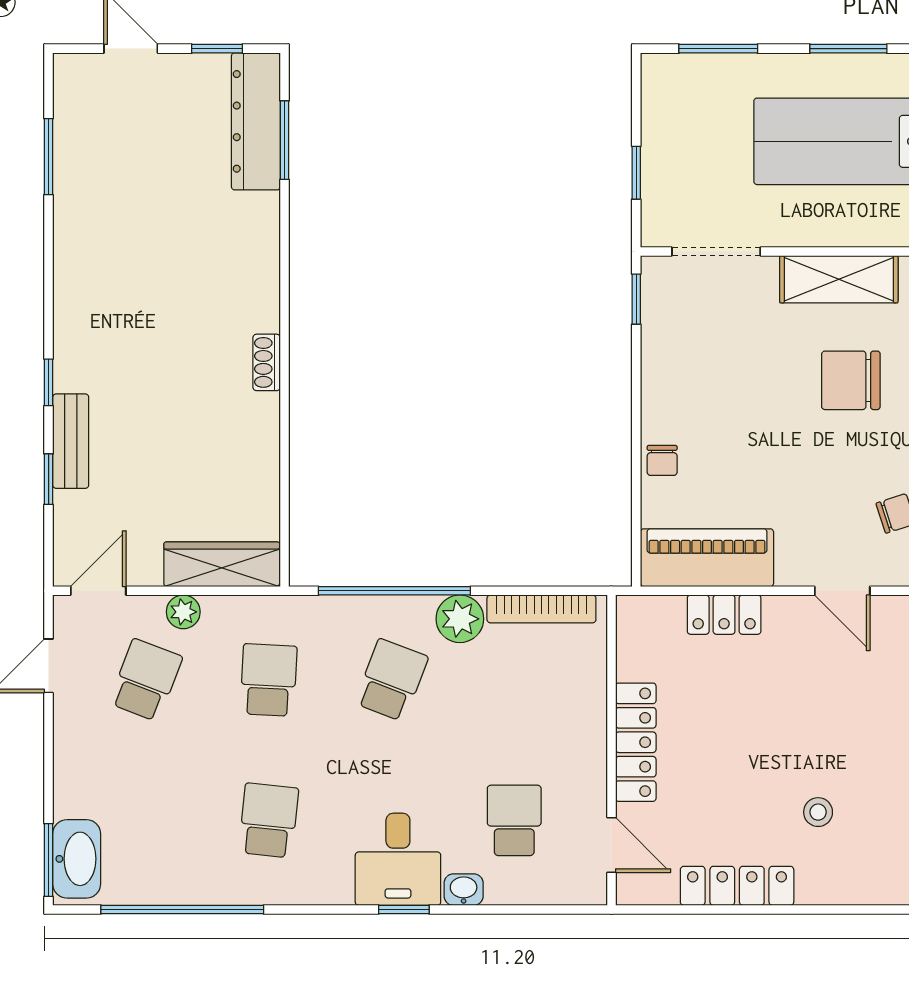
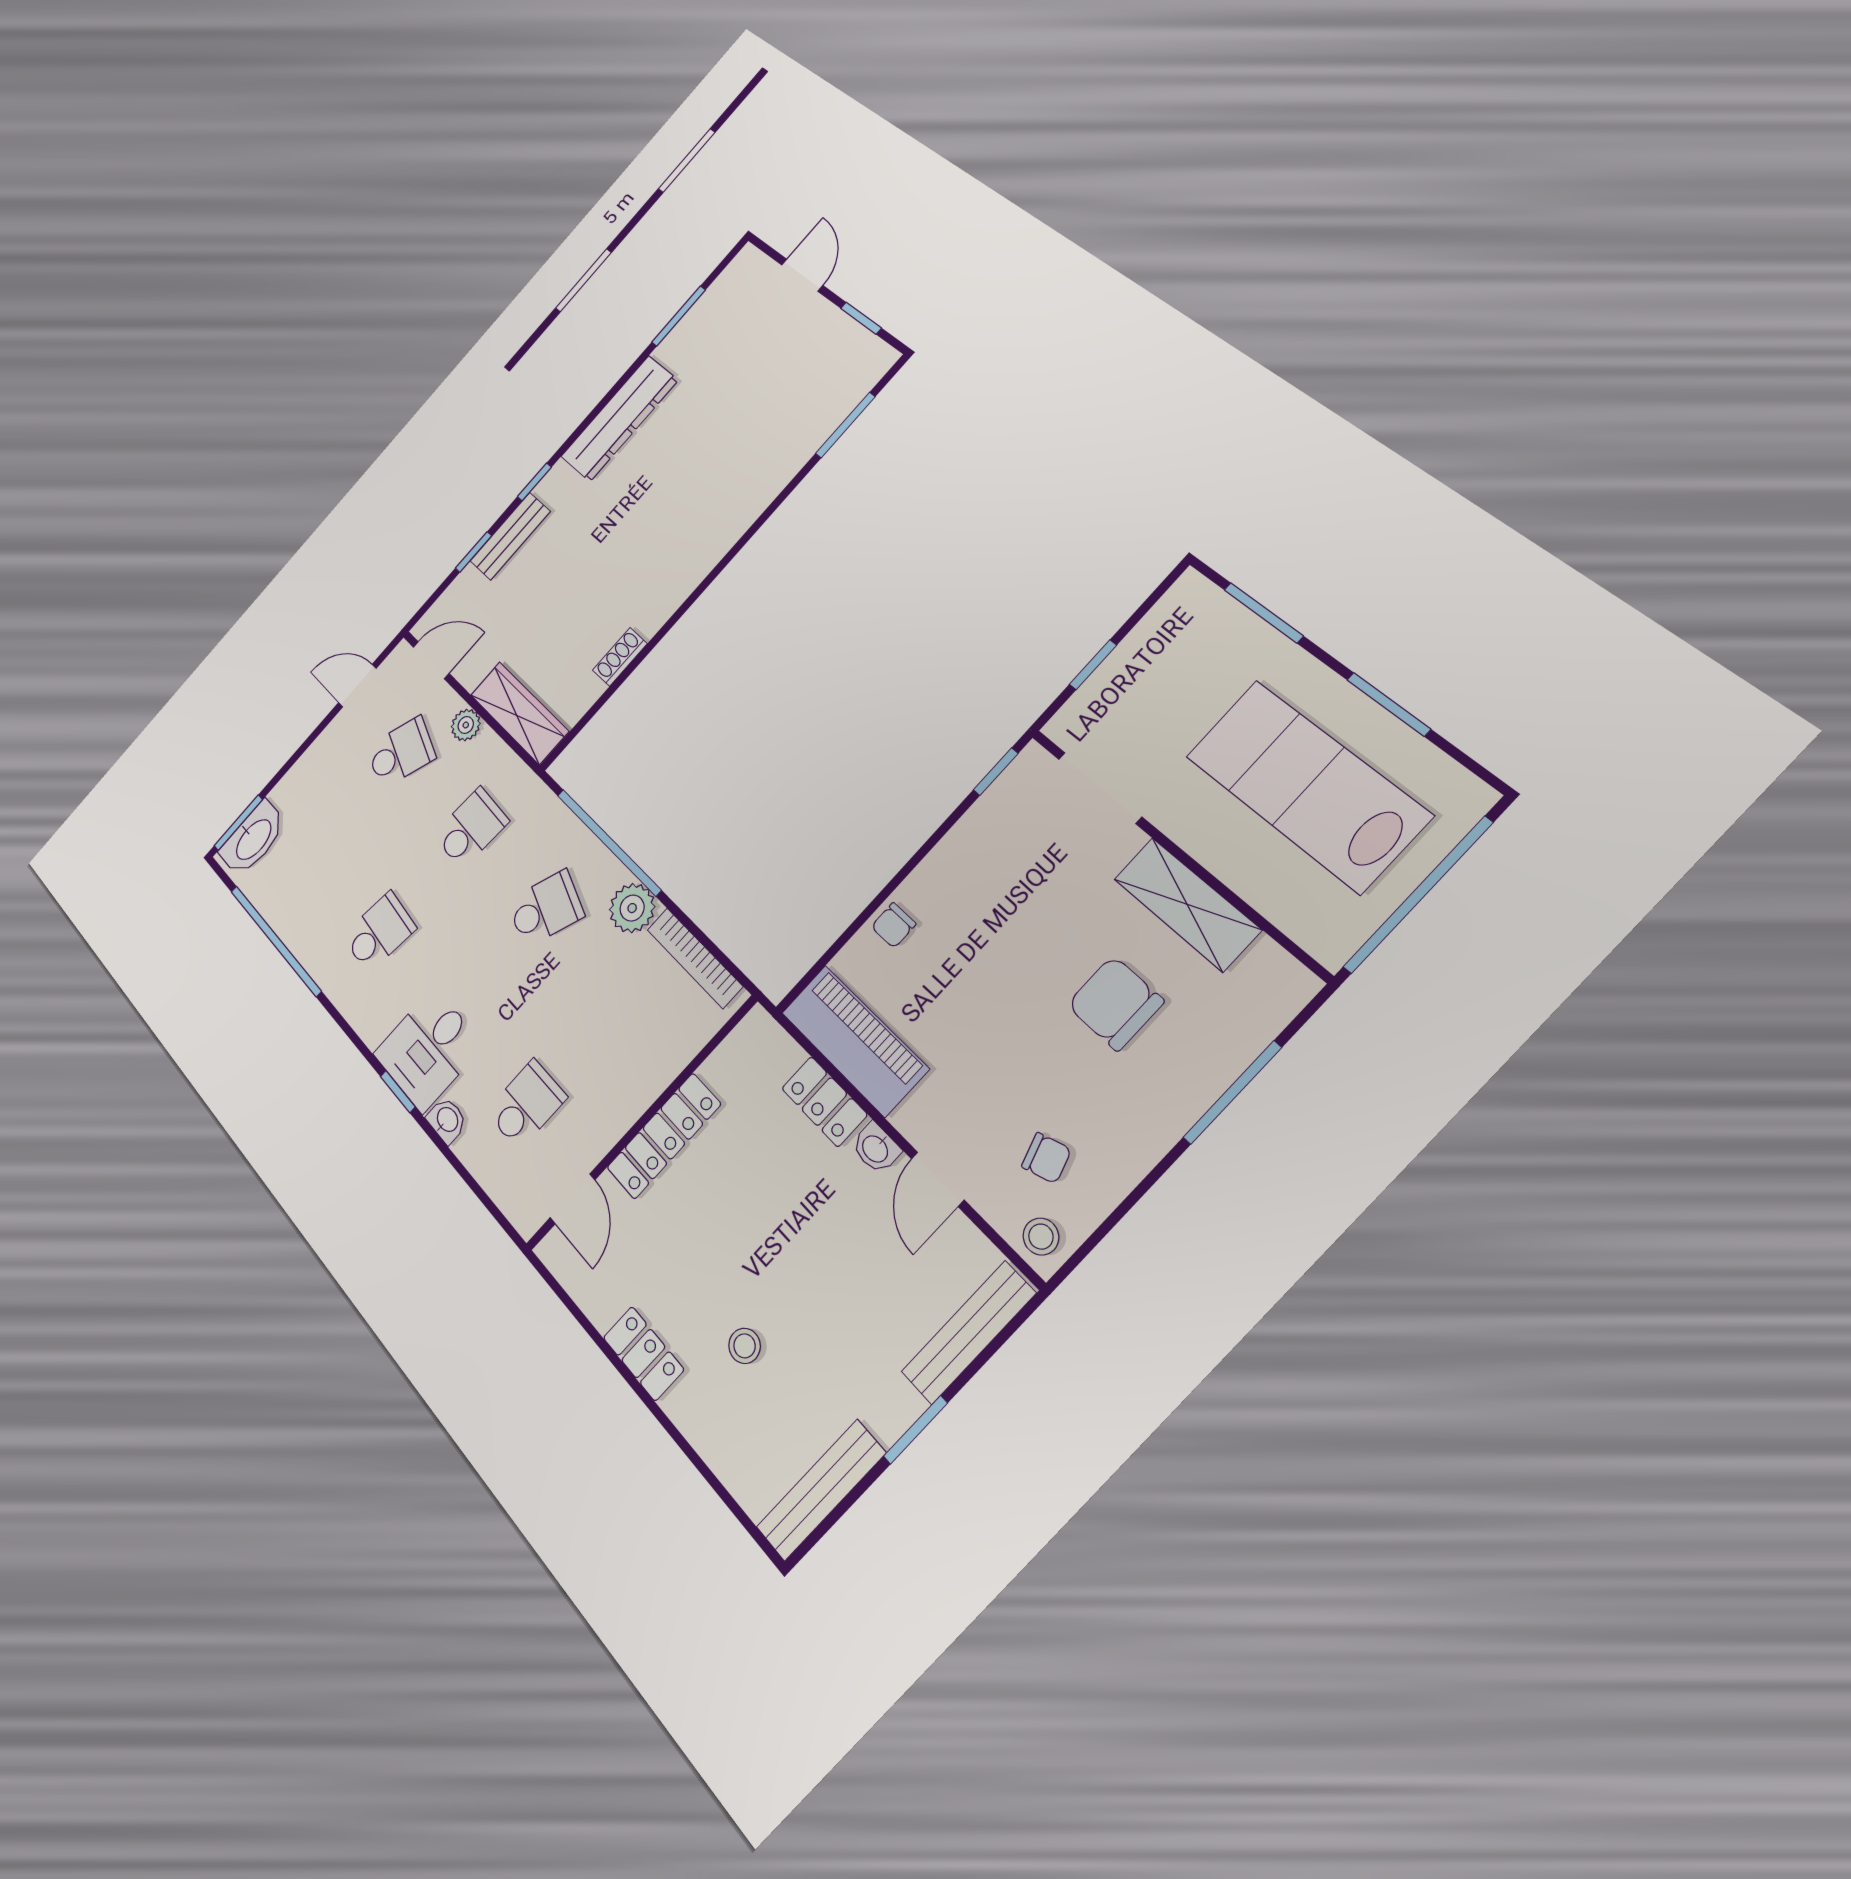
dresser: (256, 121) -> (619, 419), moved, turned 180
shoe rack: (267, 362) -> (620, 657), moved
washbasin: (785, 610) -> (876, 1148), added
locker: (737, 886) -> (643, 1354), width x0.66

